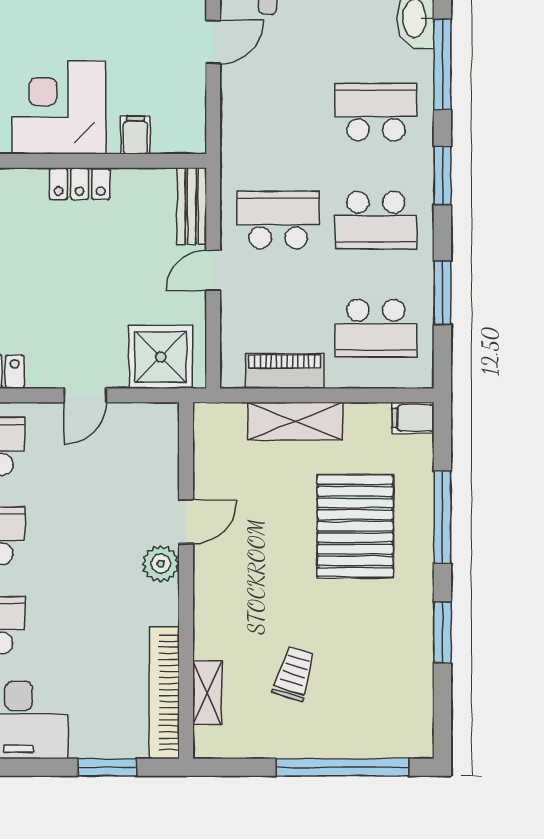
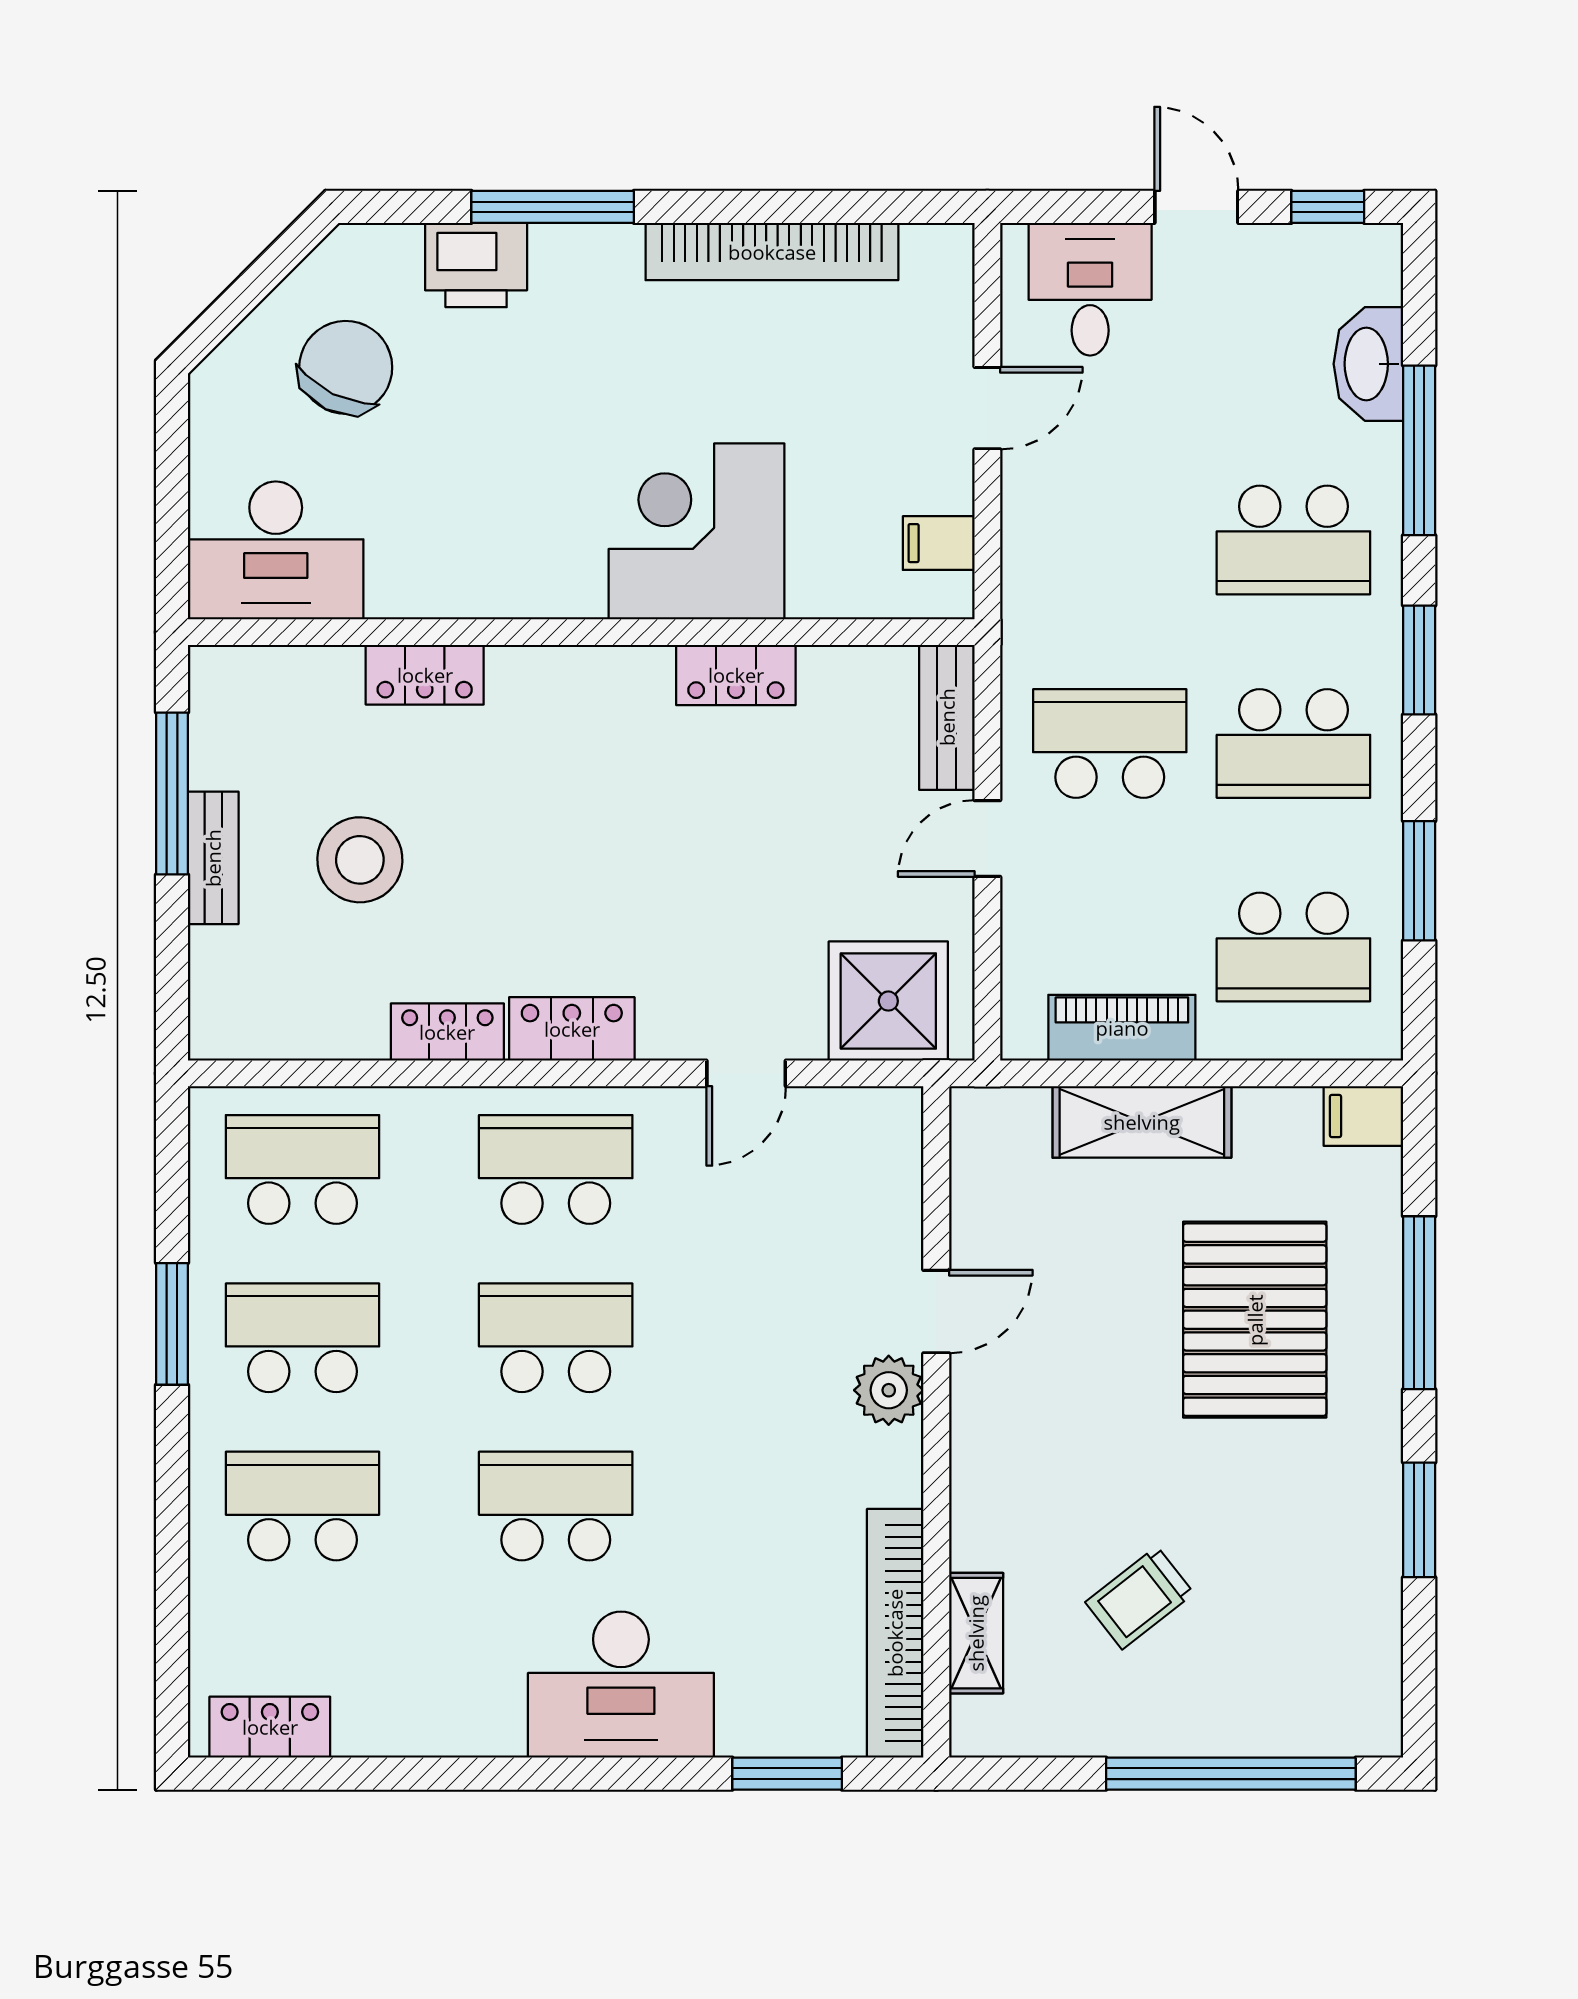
school desk: (376, 112) -> (1293, 540), turned 180
filing cabinet: (135, 135) -> (939, 543), moved, turned -90
trolley: (294, 674) -> (1140, 1598), turned -145

